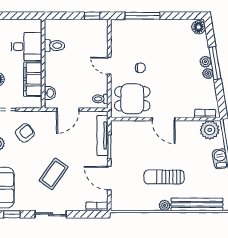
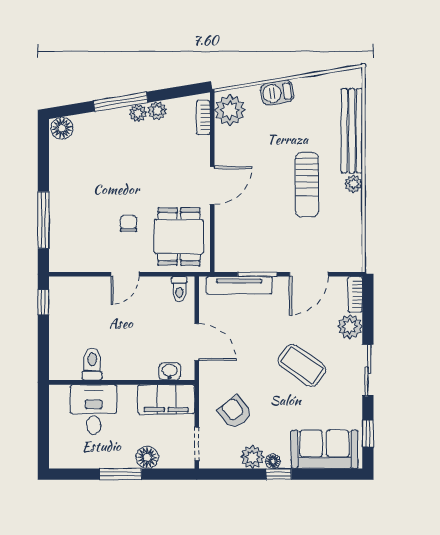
plant: (205, 62) -> (157, 111), moved
filing cabinet: (33, 79) -> (166, 399), moved
plant: (77, 203) -> (350, 327), added

